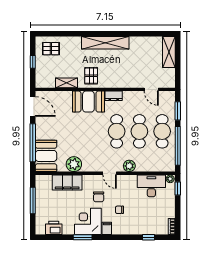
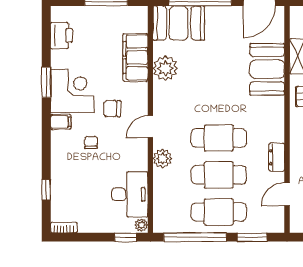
dresser: (114, 96) -> (277, 157), moved
booth: (88, 102) -> (267, 69), moved

